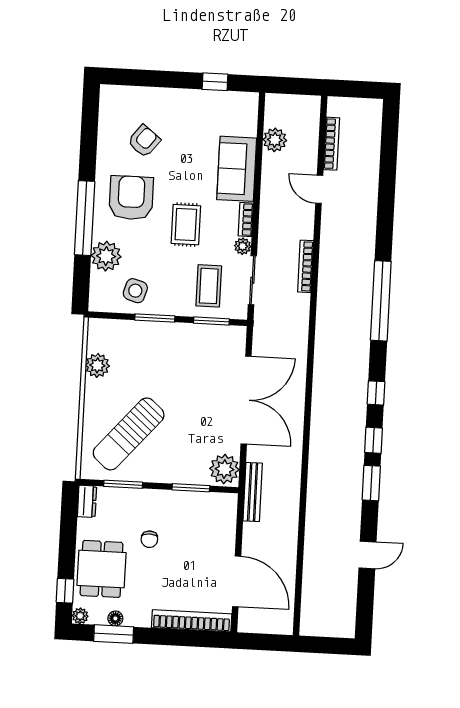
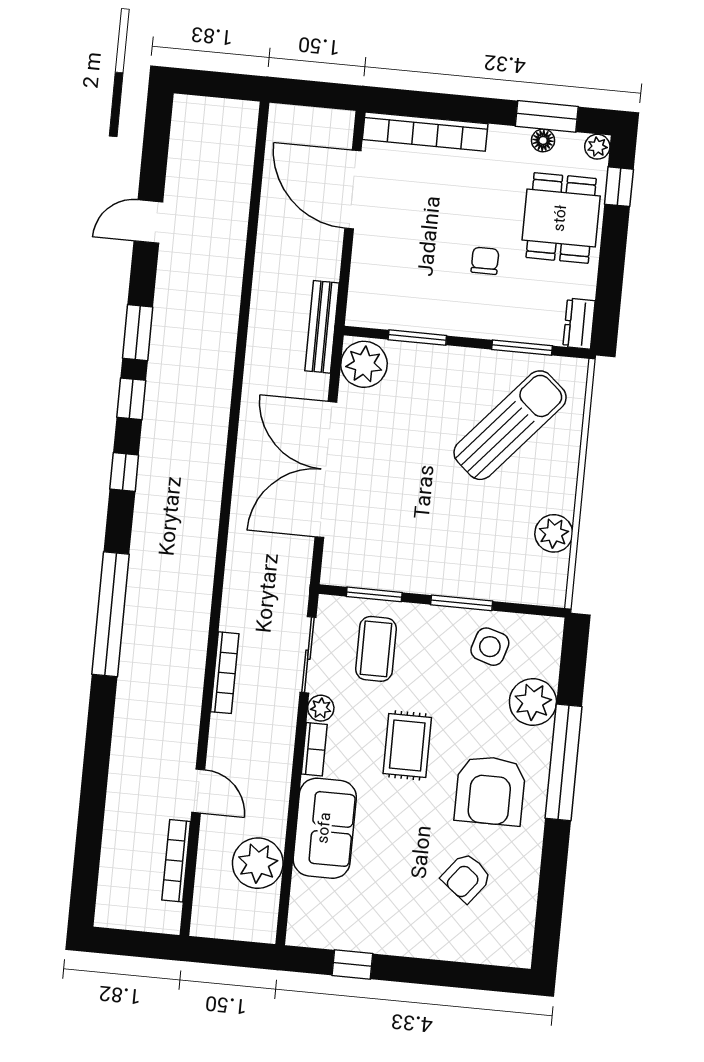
plant: (275, 140) -> (258, 863), width x1.36, depth x1.36

